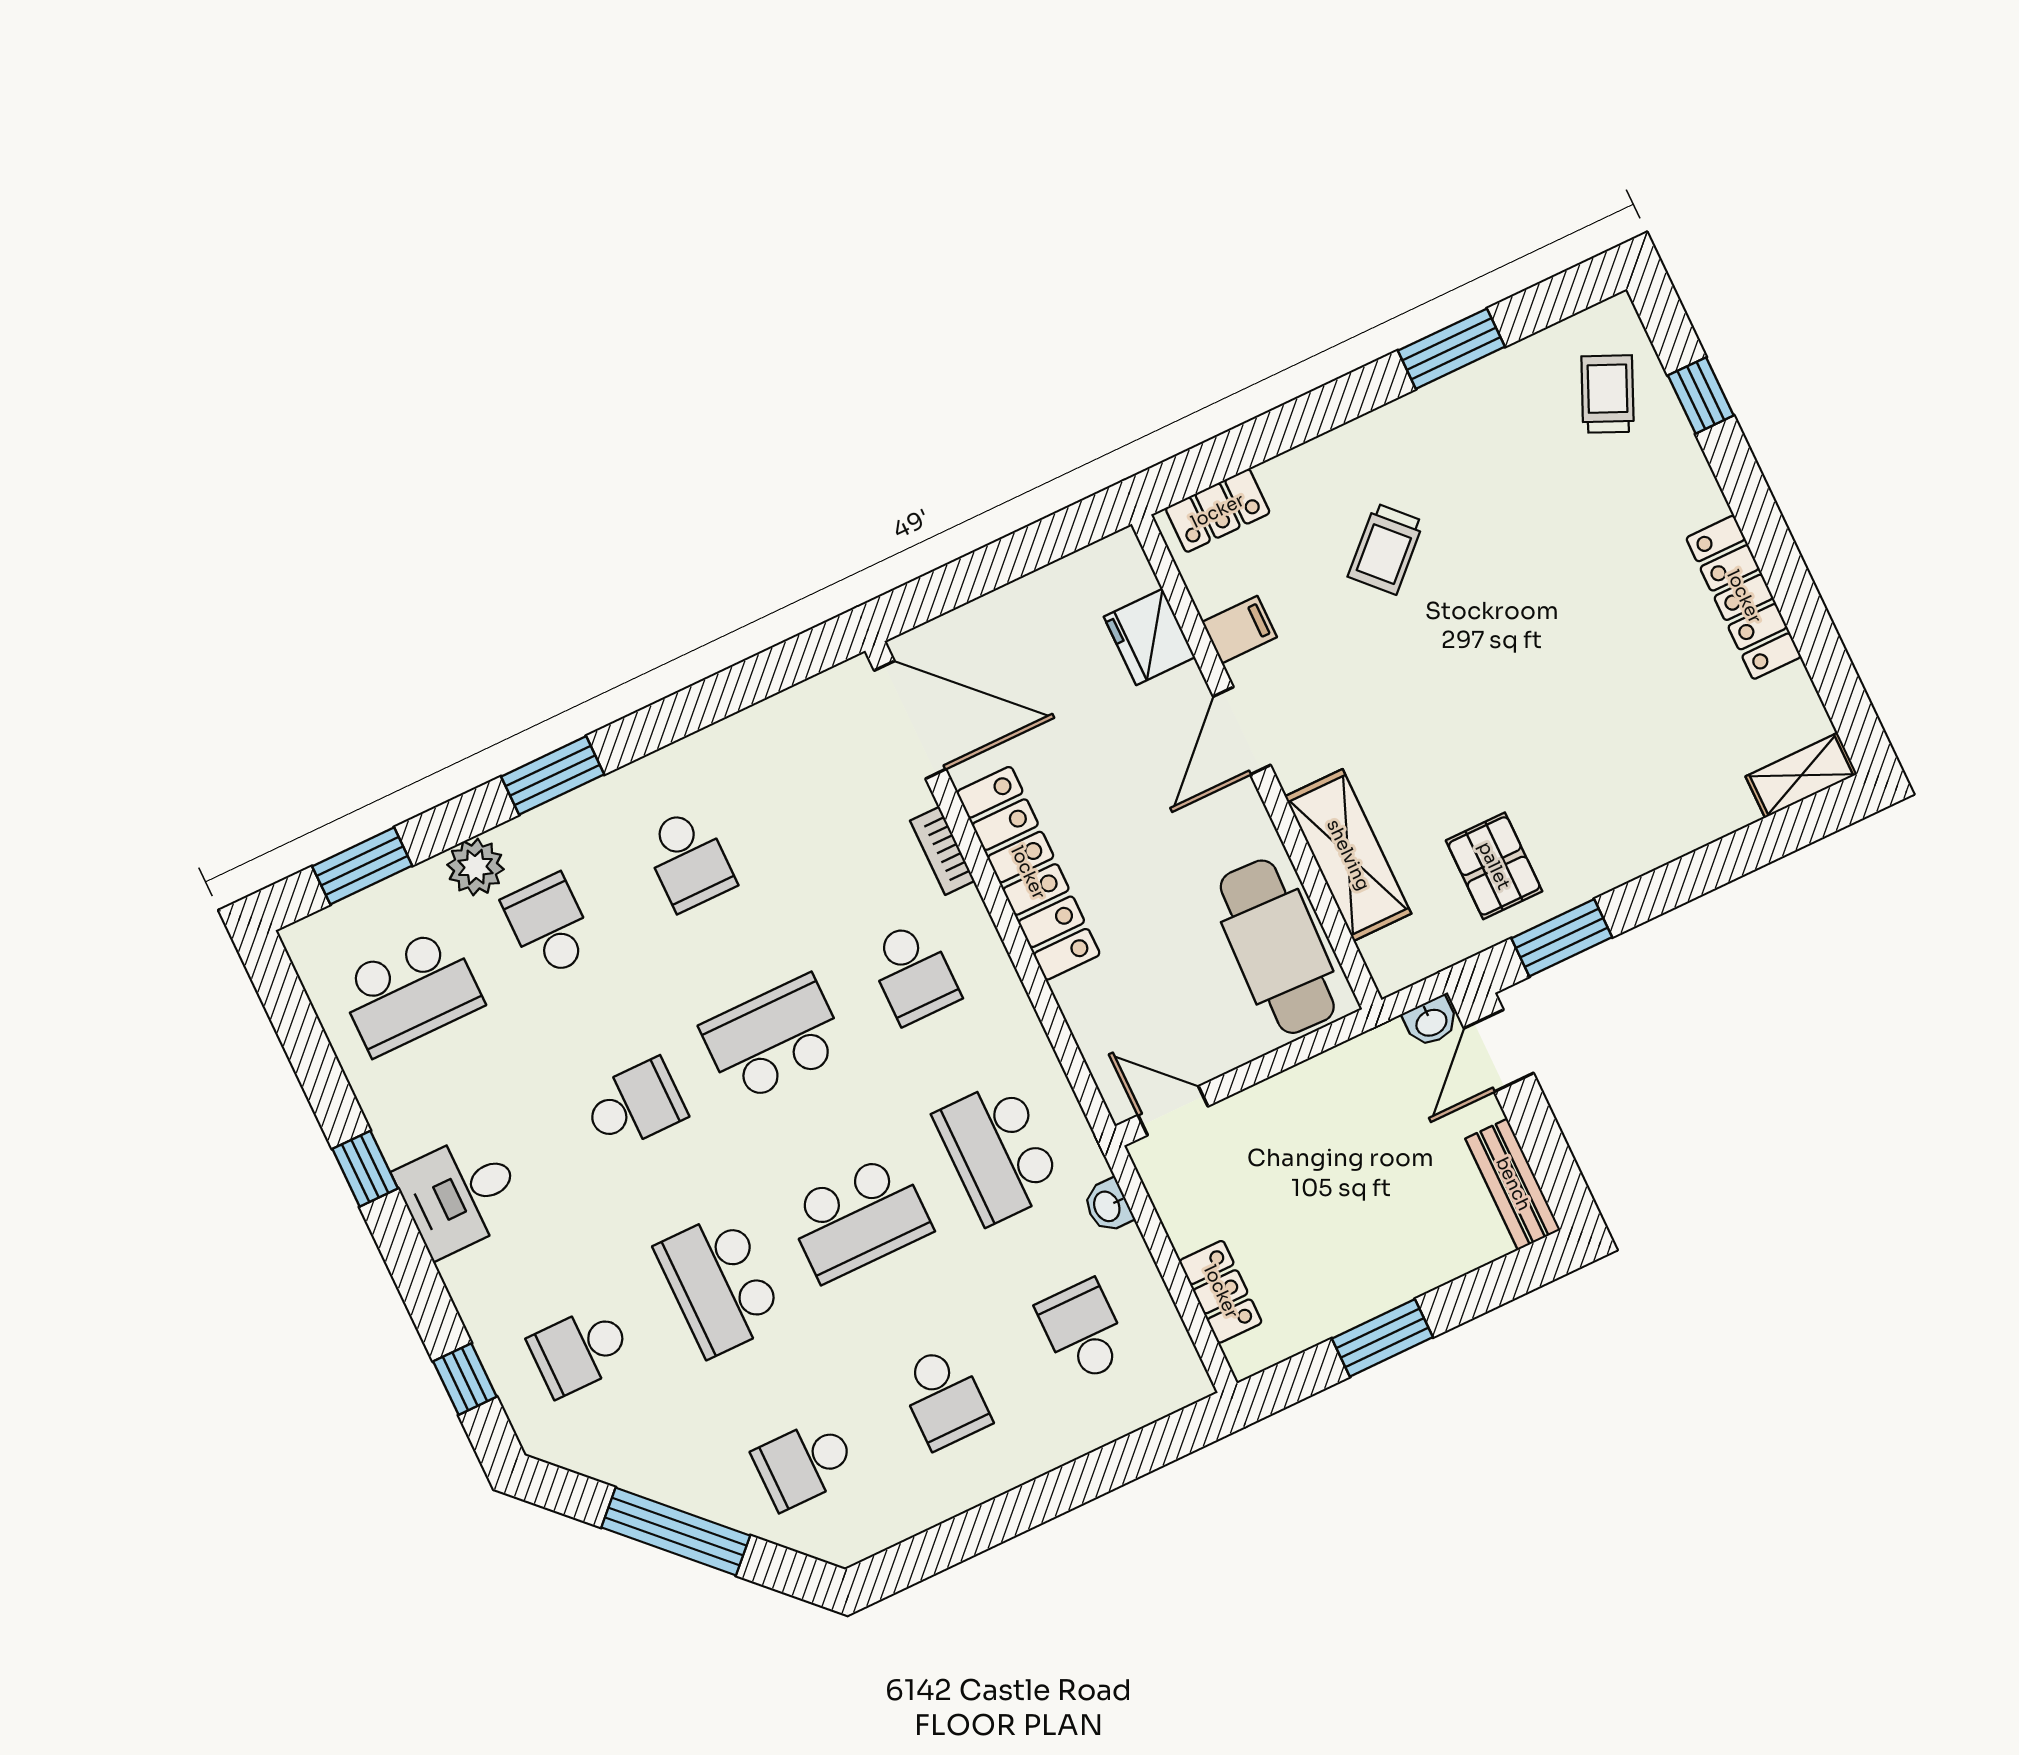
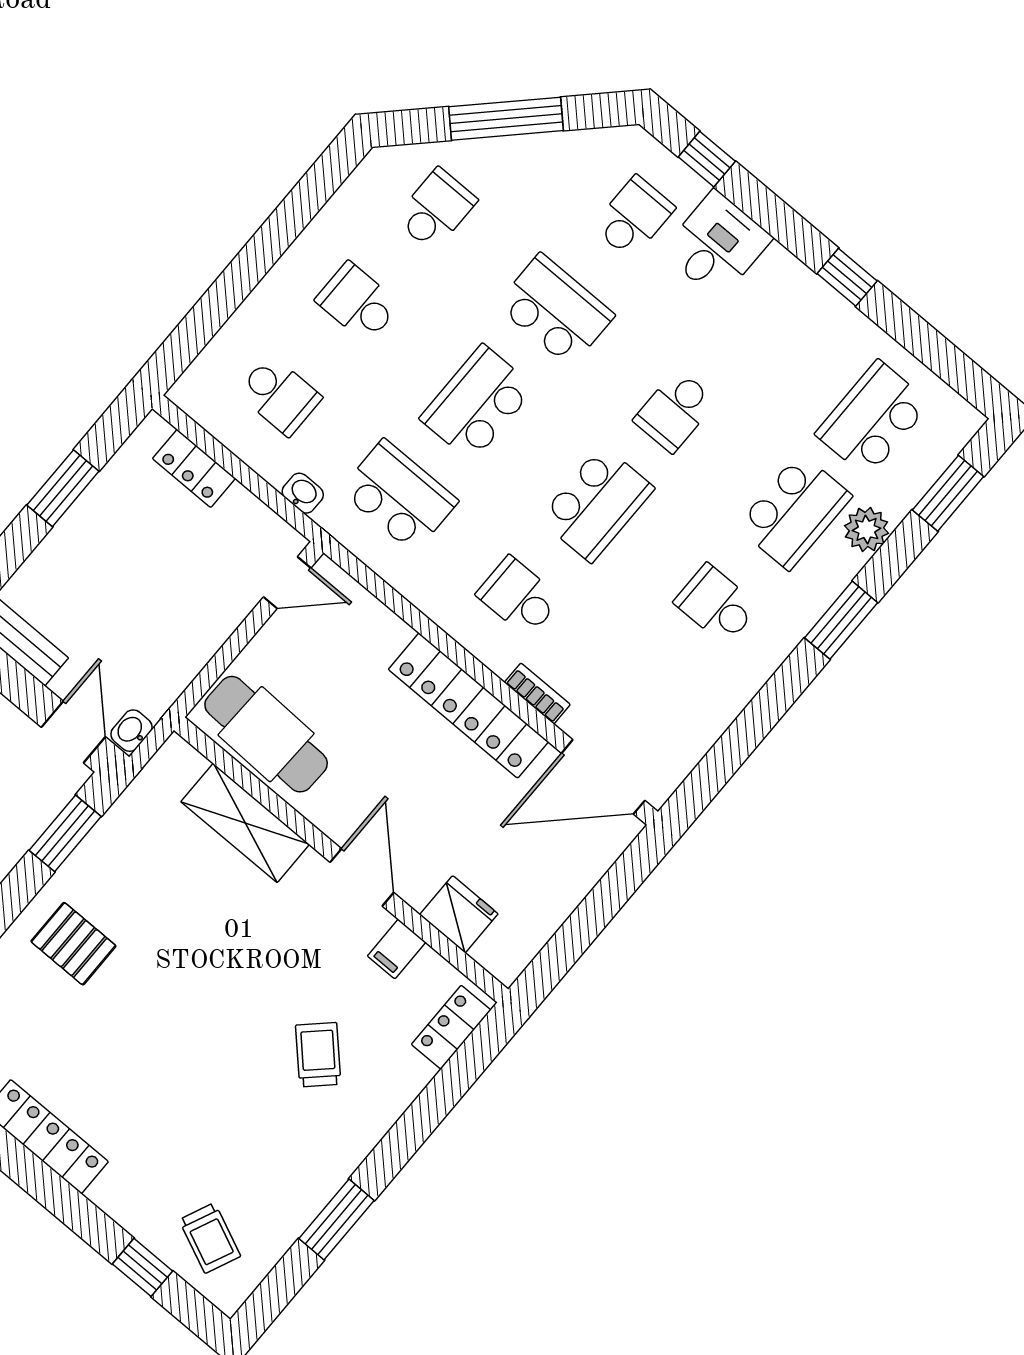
pallet: (1494, 866) -> (73, 944), moved
school desk: (549, 926) -> (794, 511), width x1.85
desk: (460, 1194) -> (717, 245), moved

